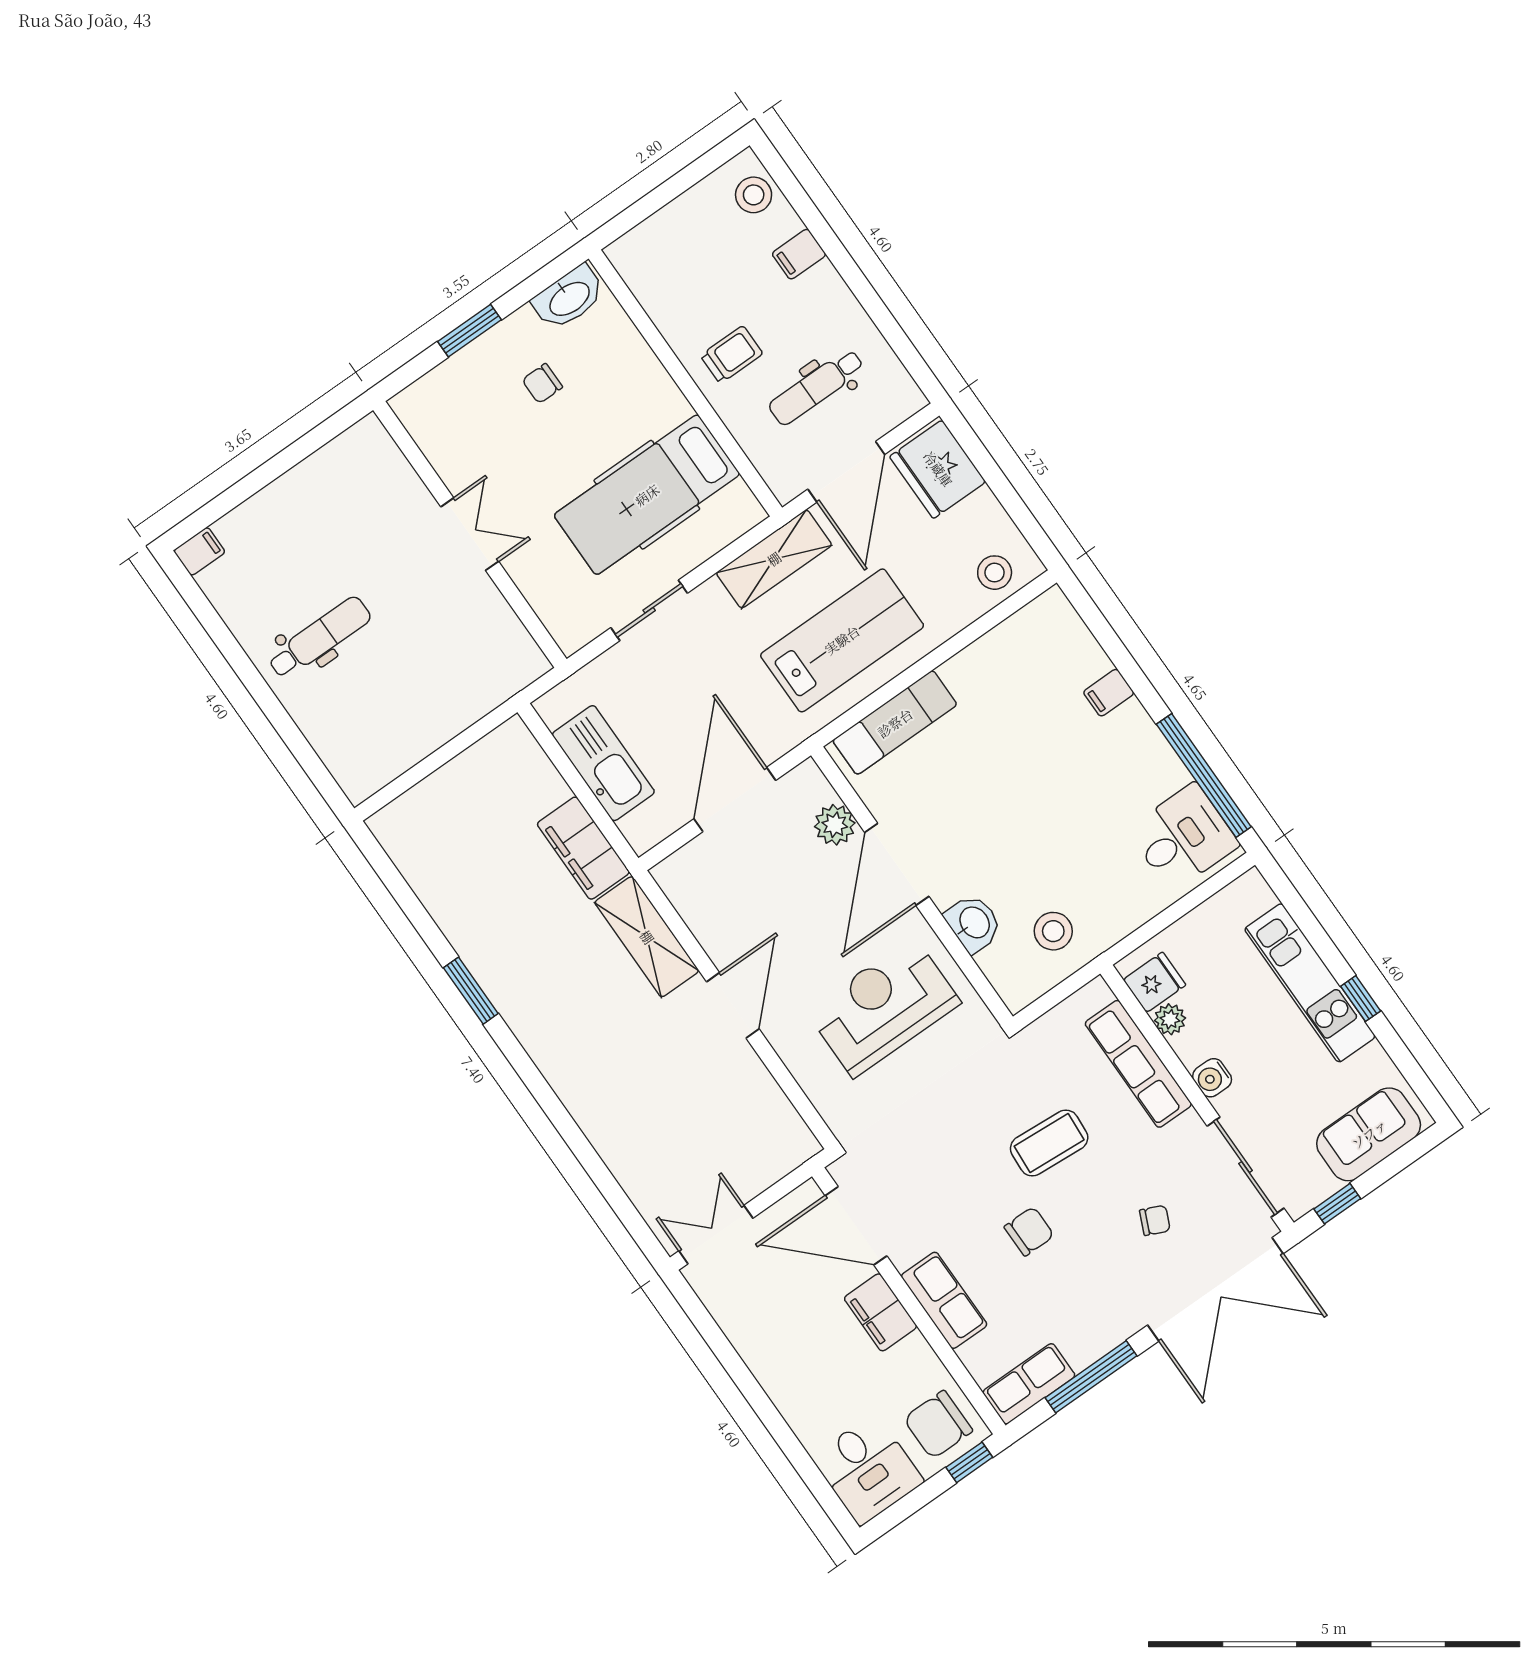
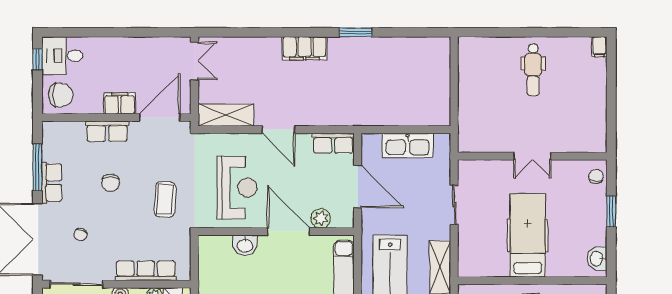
washbasin: (569, 298) -> (597, 259), width x0.72
chair: (542, 384) -> (596, 176), moved
hospital bed: (647, 495) -> (528, 235), moved
filing cabinet: (583, 848) -> (305, 48), moved, turned 180
row of seats: (690, 895) -> (333, 143), added
stool: (1053, 931) -> (220, 274), removed
shelving: (647, 937) -> (226, 115), moved
coffee table: (1049, 1143) -> (165, 199), moved
row of seats: (1029, 1384) -> (52, 183), moved
chair: (938, 1425) -> (61, 95), turned 90
window: (969, 1462) -> (37, 59), moved

